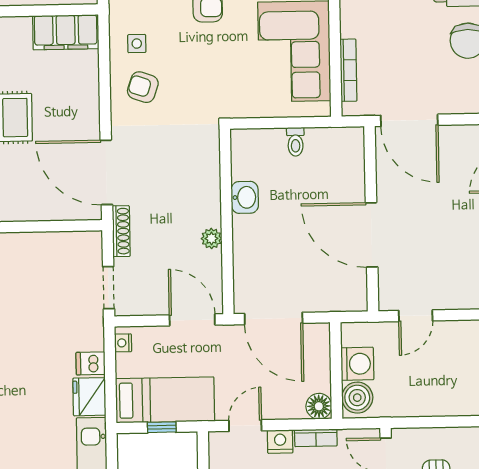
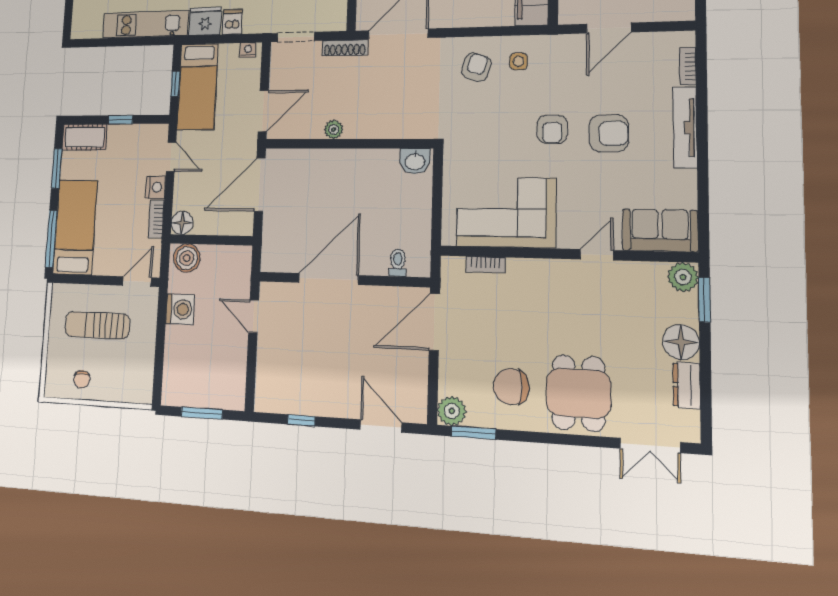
bookcase: (348, 70) -> (486, 265), width x0.64
toilet: (295, 142) -> (398, 263), moved, turned 90
washbasin: (245, 197) -> (415, 161), moved
washing machine: (357, 364) -> (180, 309), moved, turned -90

